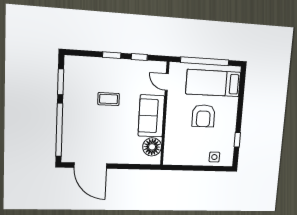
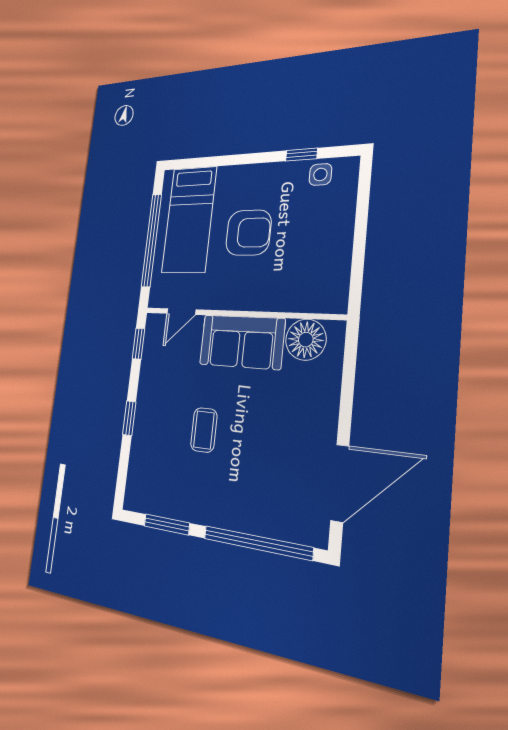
window: (139, 57) -> (139, 344), moved
side table: (214, 157) -> (320, 174), moved

